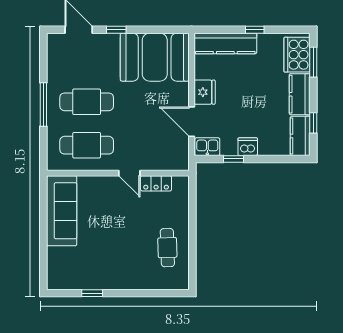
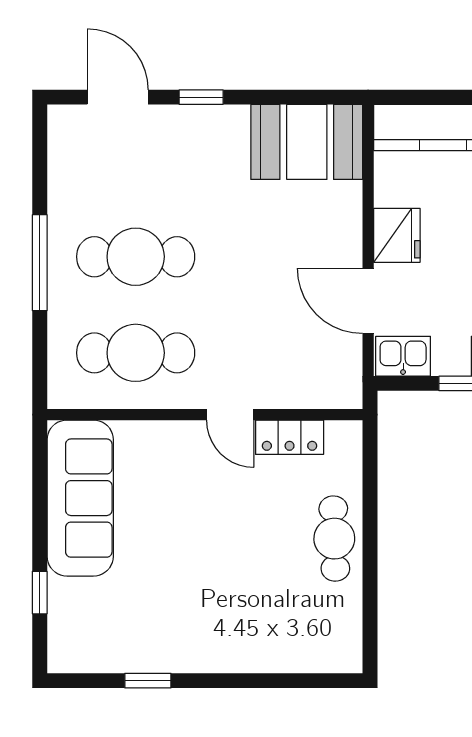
booth: (155, 57) -> (307, 142), width x0.73, depth x0.70
cafe table: (167, 248) -> (334, 539), moved
window: (43, 253) -> (40, 593), added

